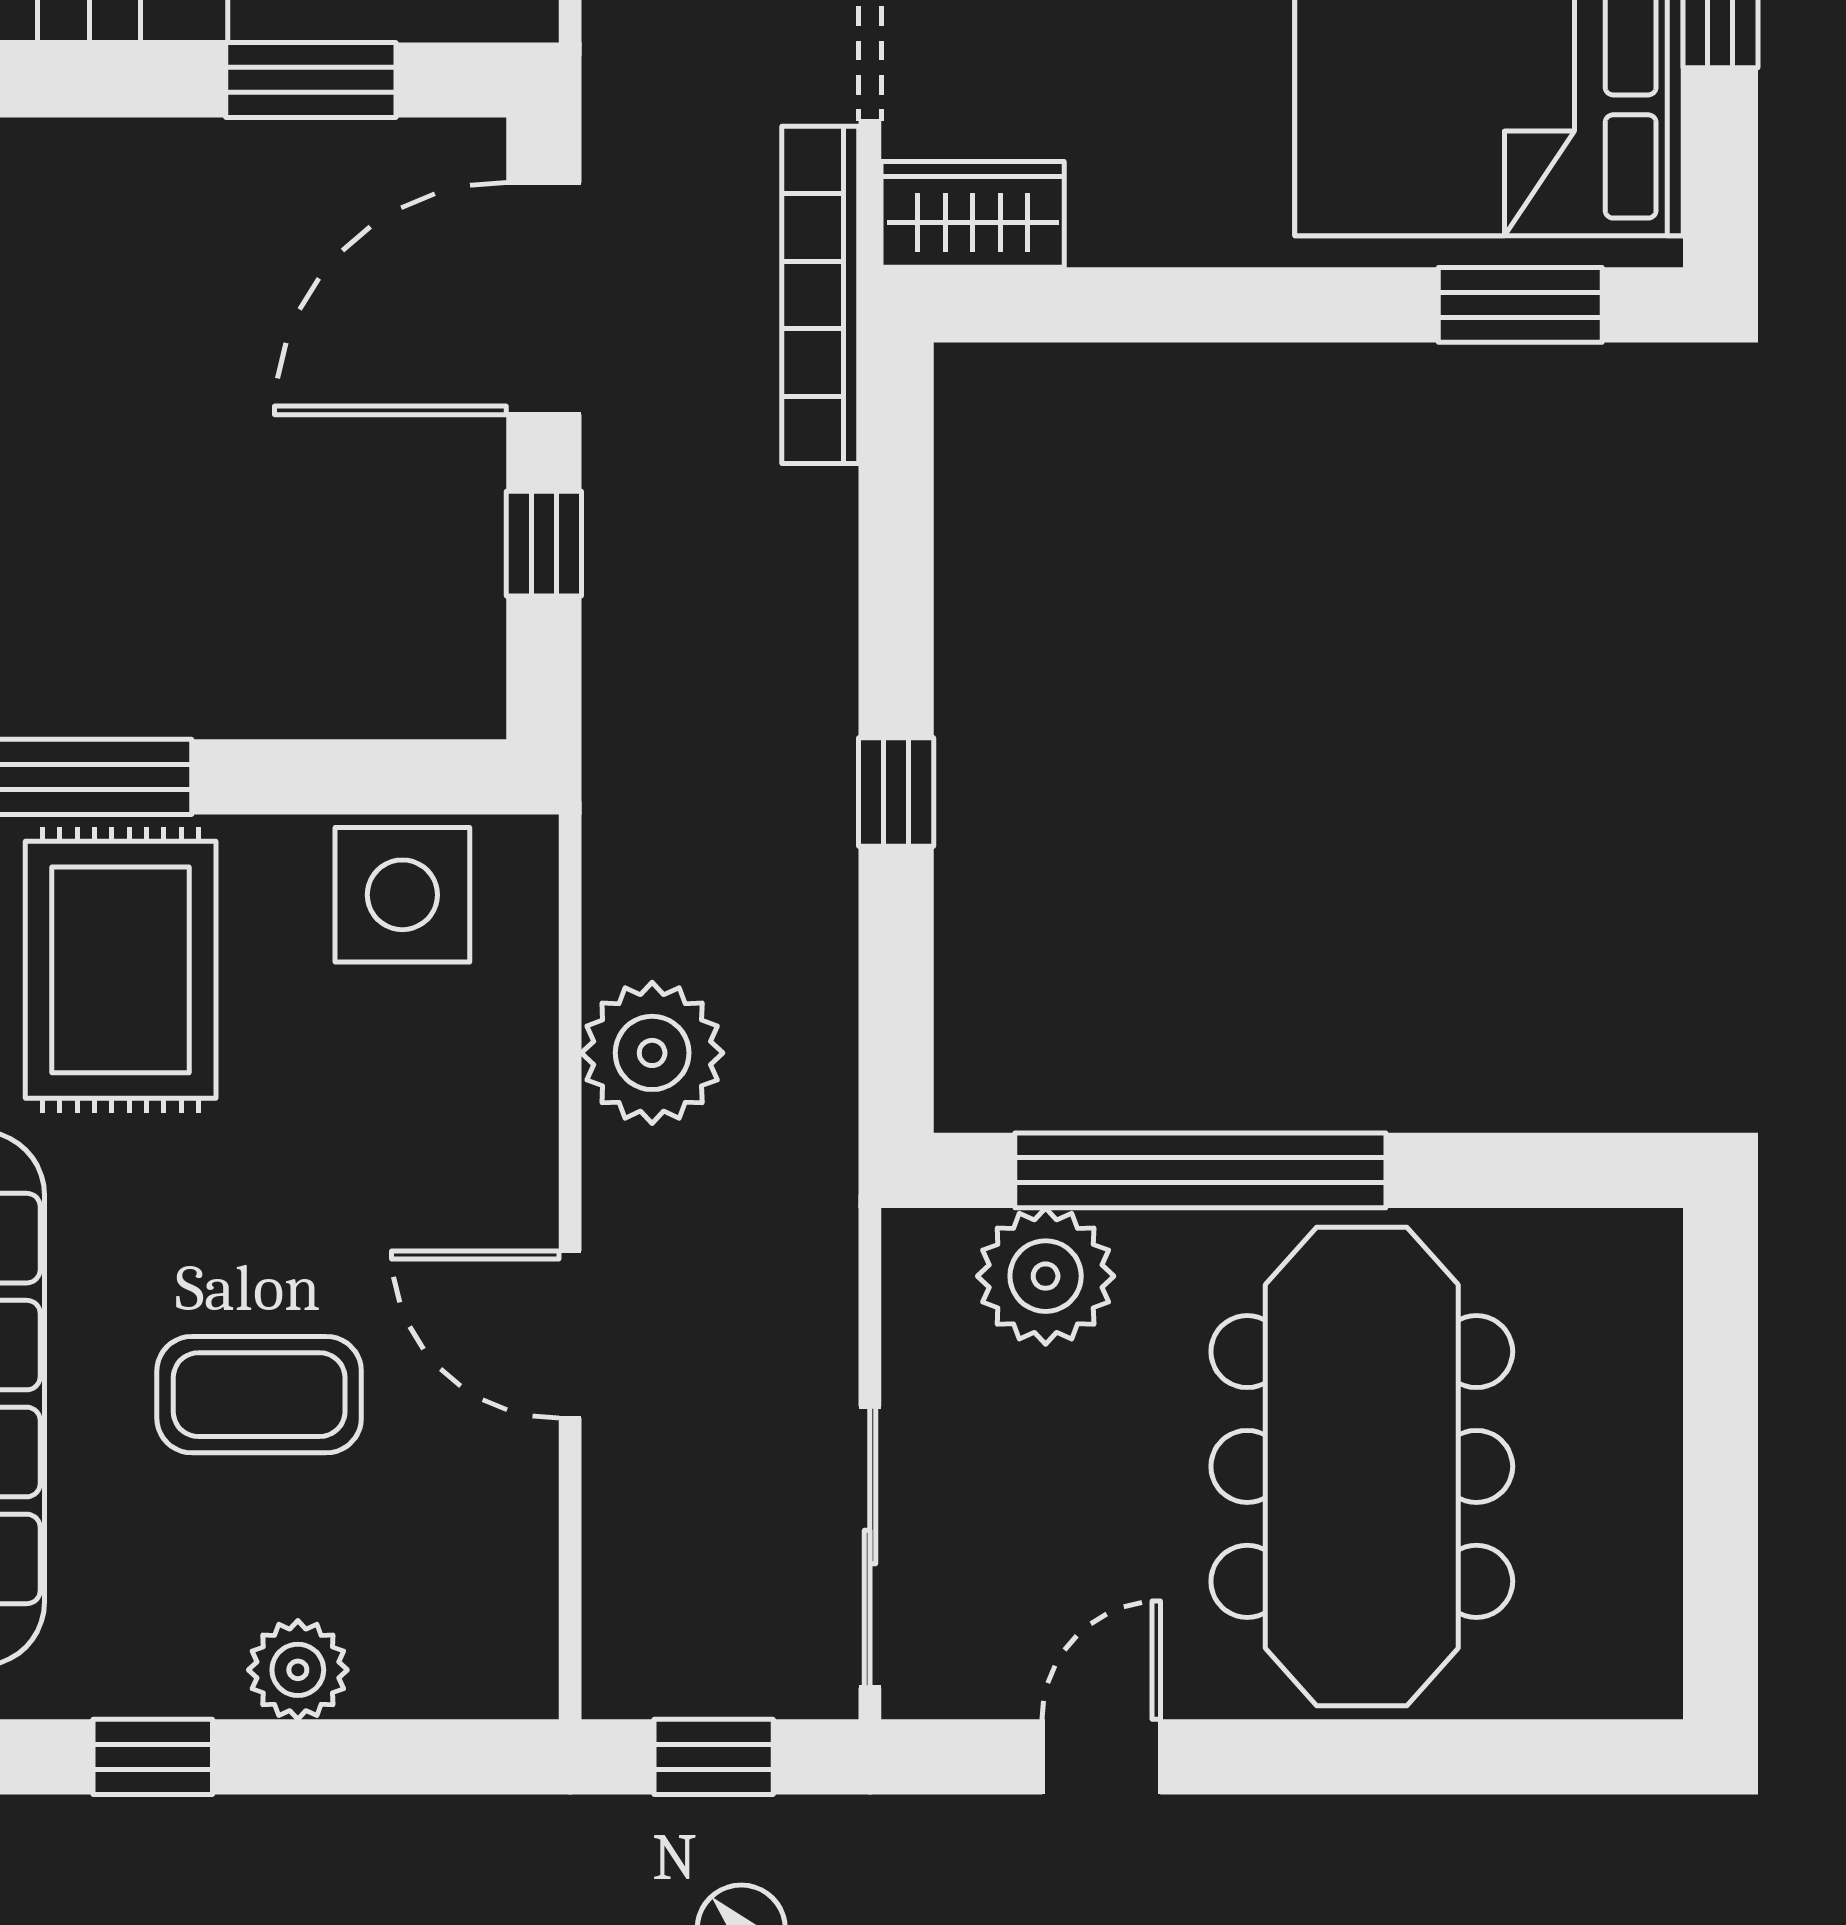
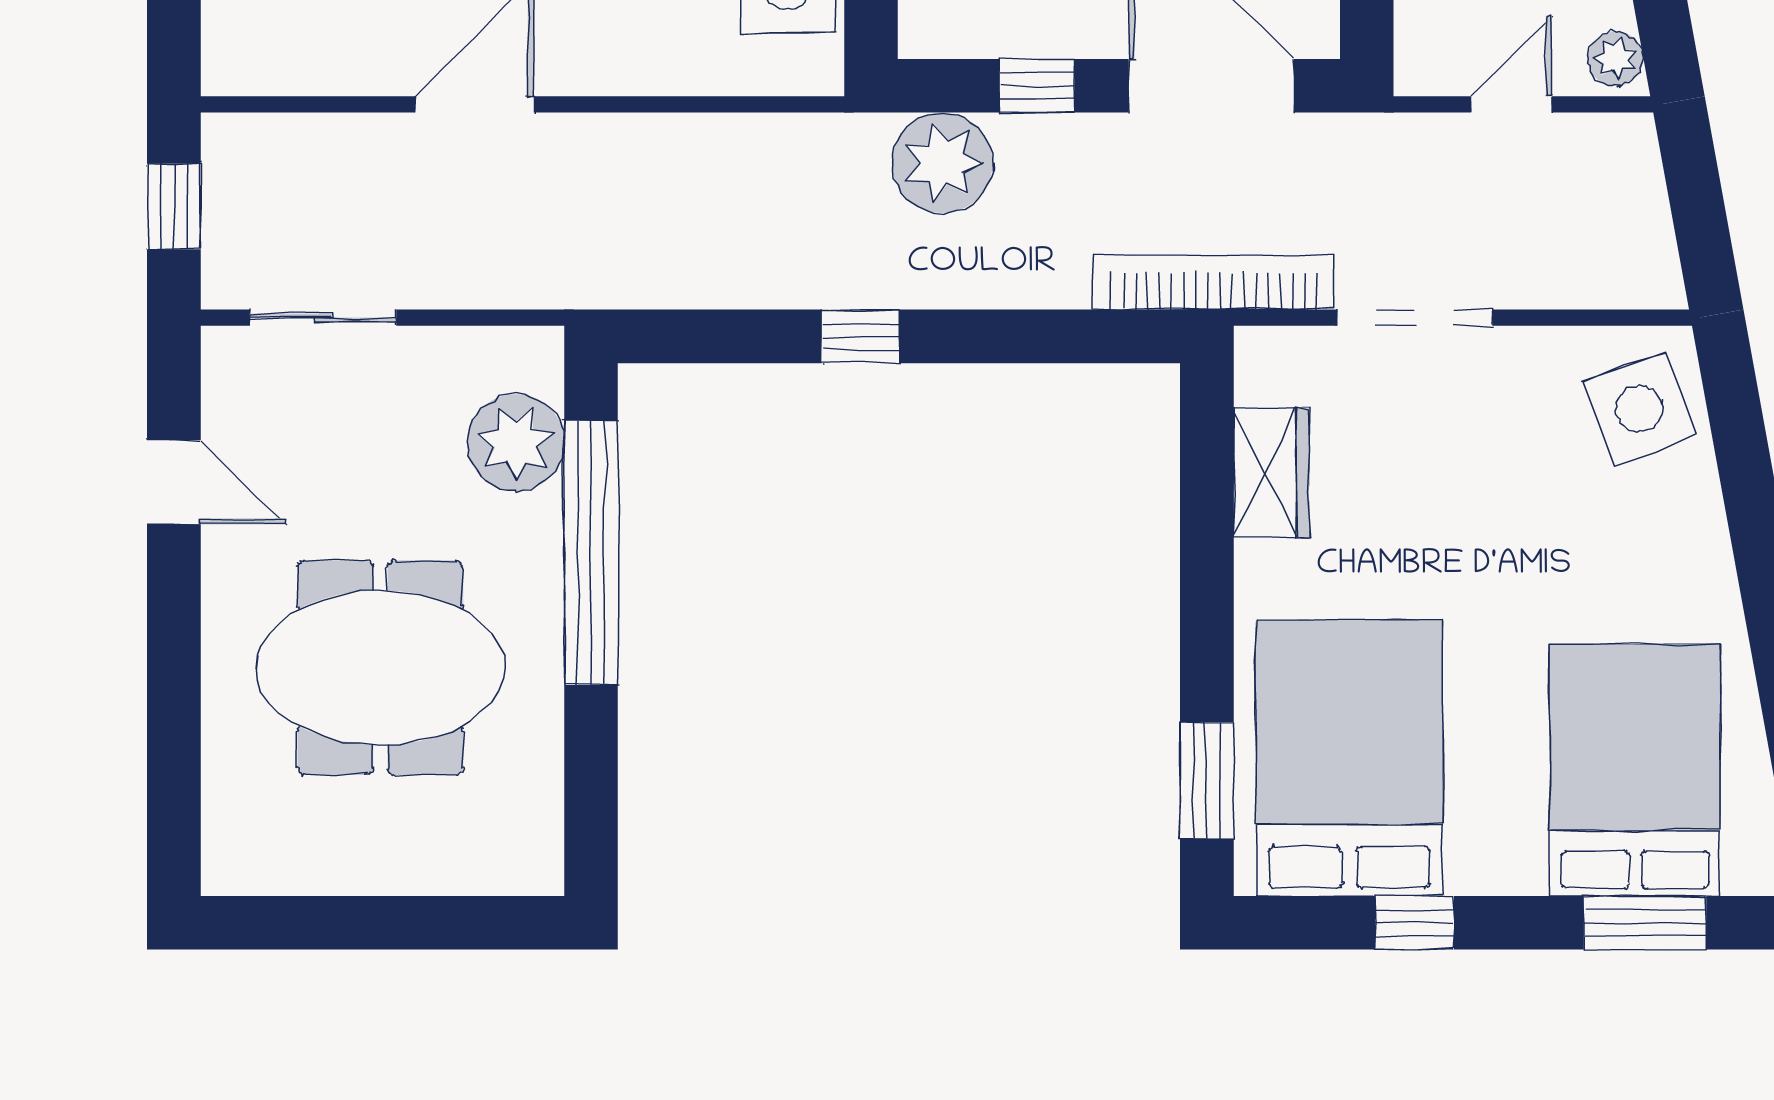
wardrobe: (973, 214) -> (1271, 473), moved
plant: (652, 1053) -> (942, 163), moved
meeting table: (1362, 1466) -> (380, 668), width x0.73
sliding door: (870, 1547) -> (323, 318), width x0.73

